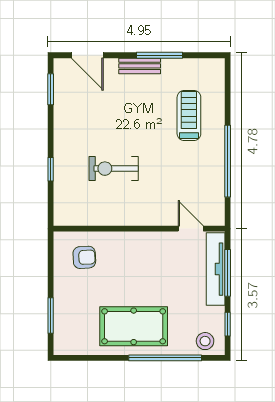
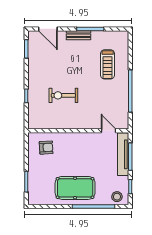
treadmill: (189, 116) -> (108, 64), turned 180

